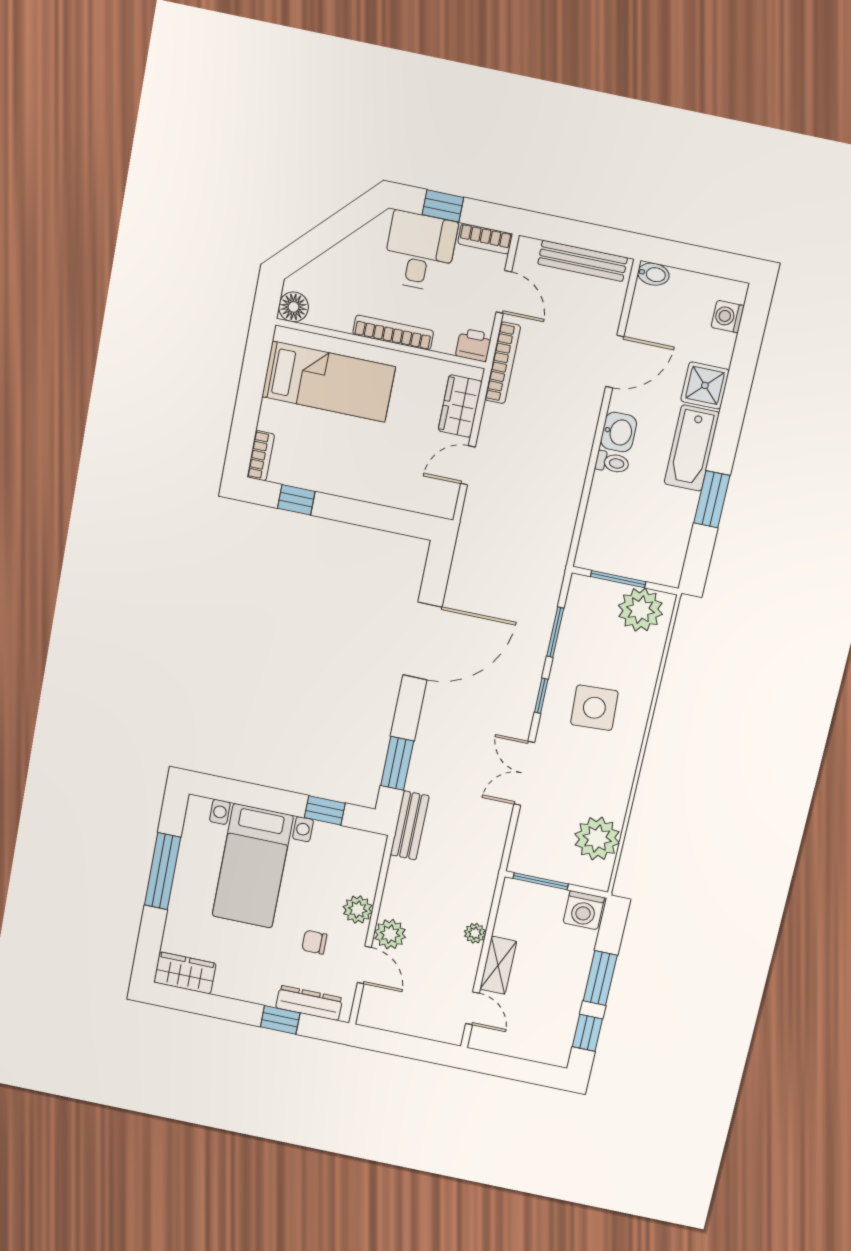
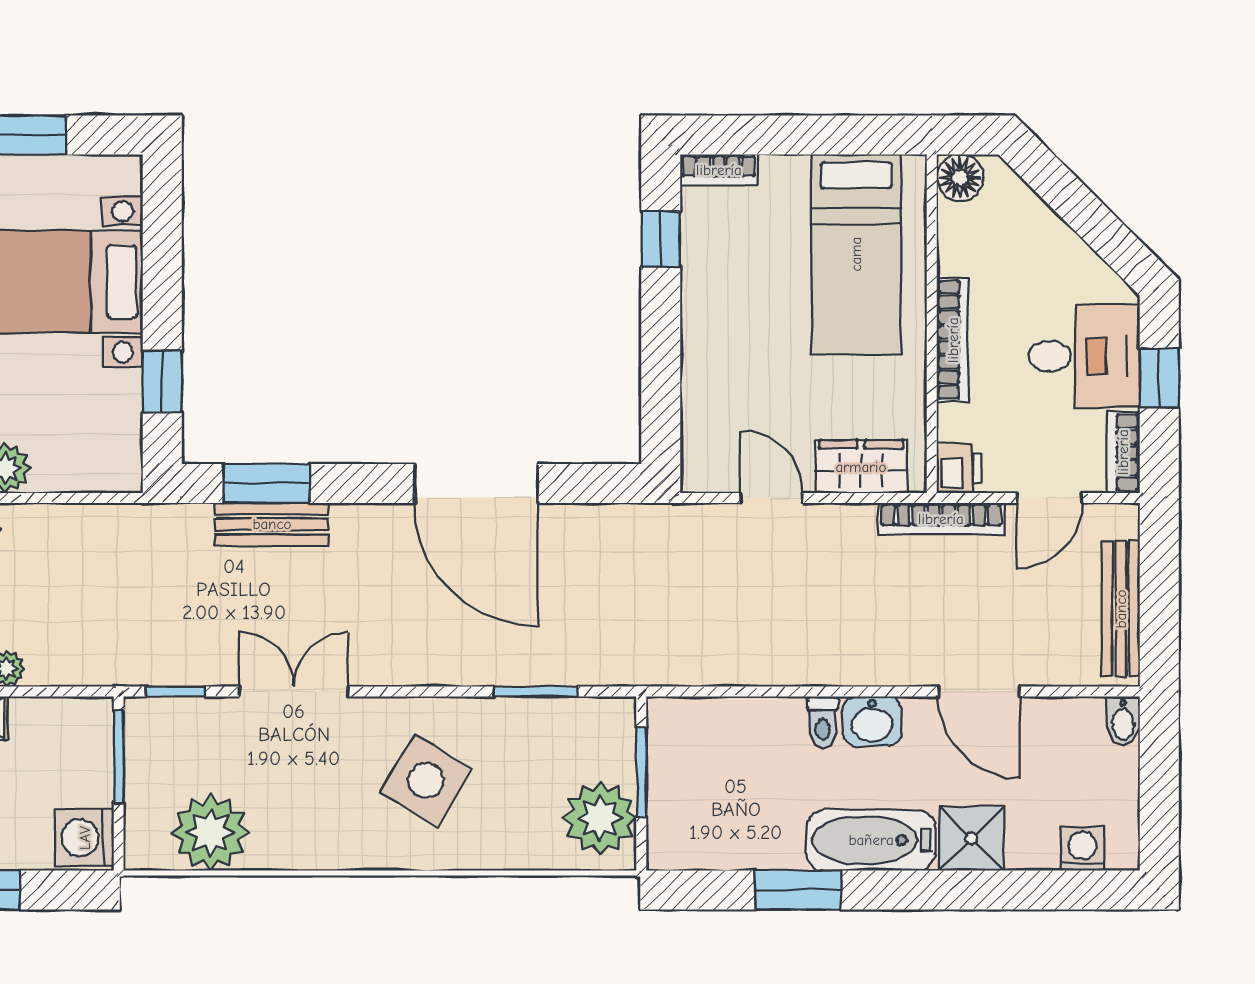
window: (541, 696) -> (175, 692), moved
side table: (594, 708) -> (426, 780), turned 34
bench: (410, 825) -> (272, 524), moved

